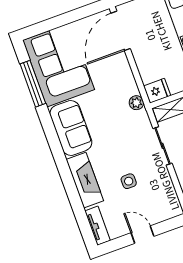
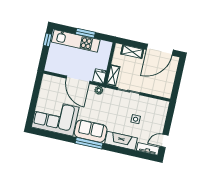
door: (121, 31) -> (78, 80), moved
window: (33, 84) -> (89, 143), moved
door: (142, 235) -> (164, 141), moved

